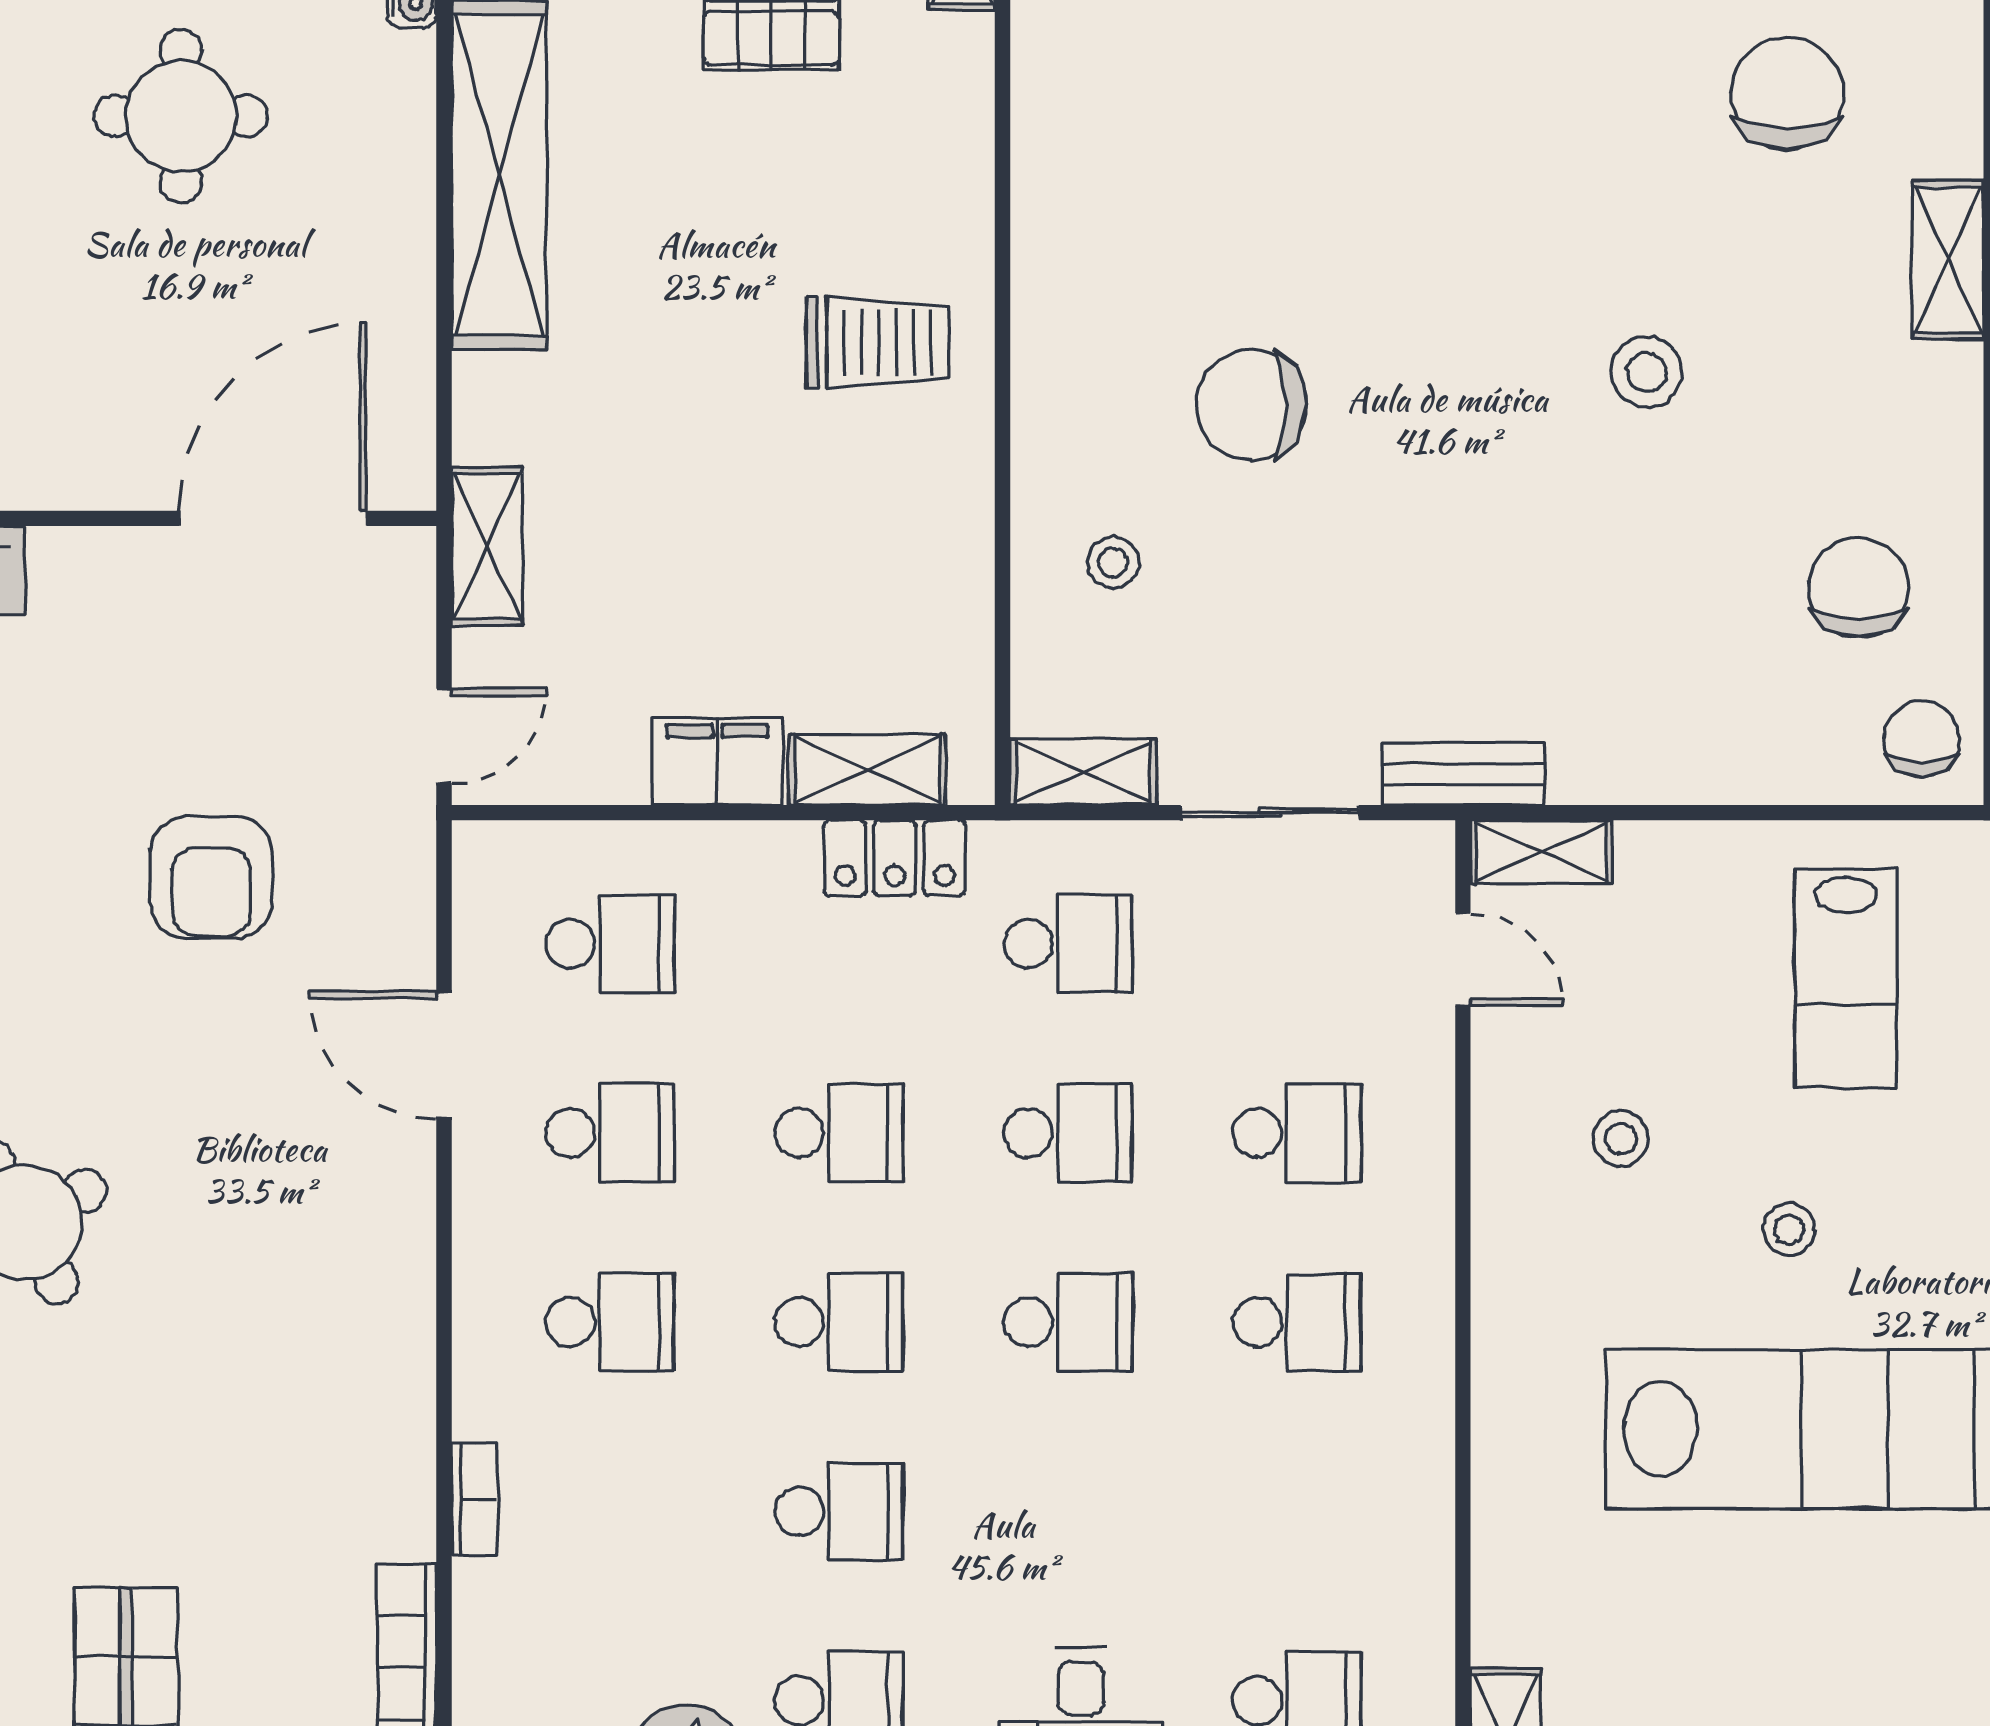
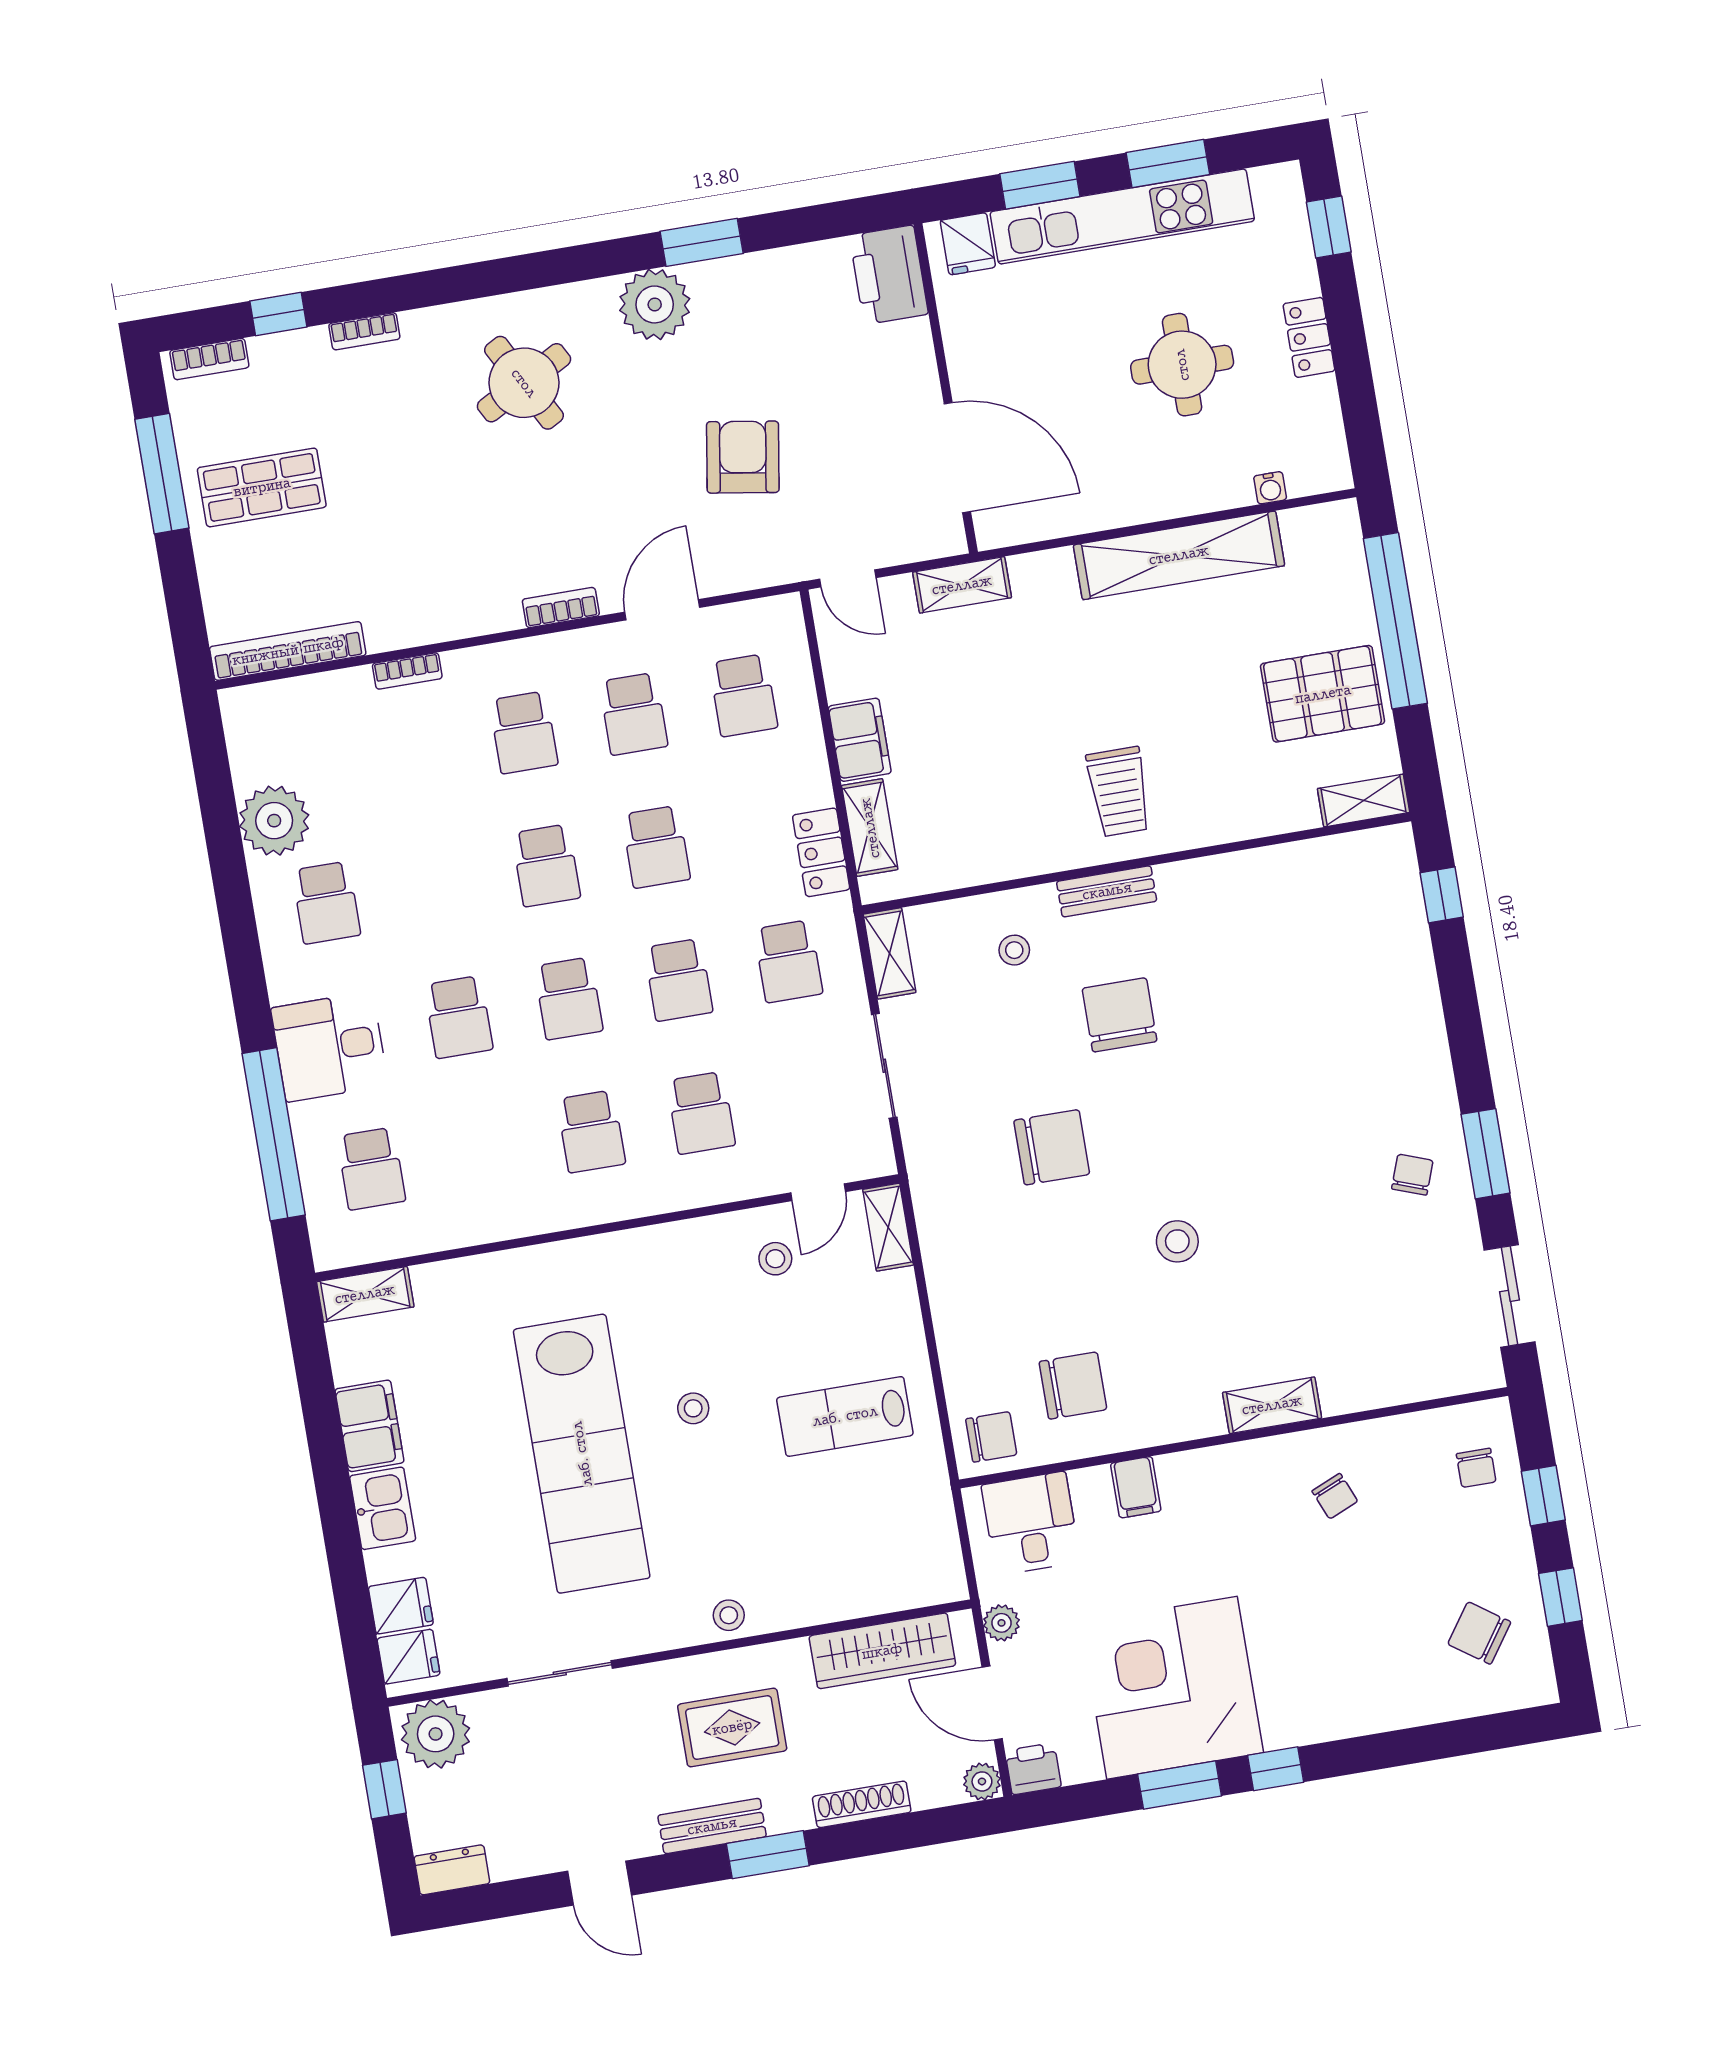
chair: (1787, 94) -> (1052, 1147), moved
bench: (1463, 774) -> (1107, 891), moved, turned 90
armchair: (211, 877) -> (743, 457), turned 99
stool: (1621, 1139) -> (775, 1259), moved
bookcase: (411, 1224) -> (561, 608), added
school desk: (839, 1511) -> (459, 1017), moved

